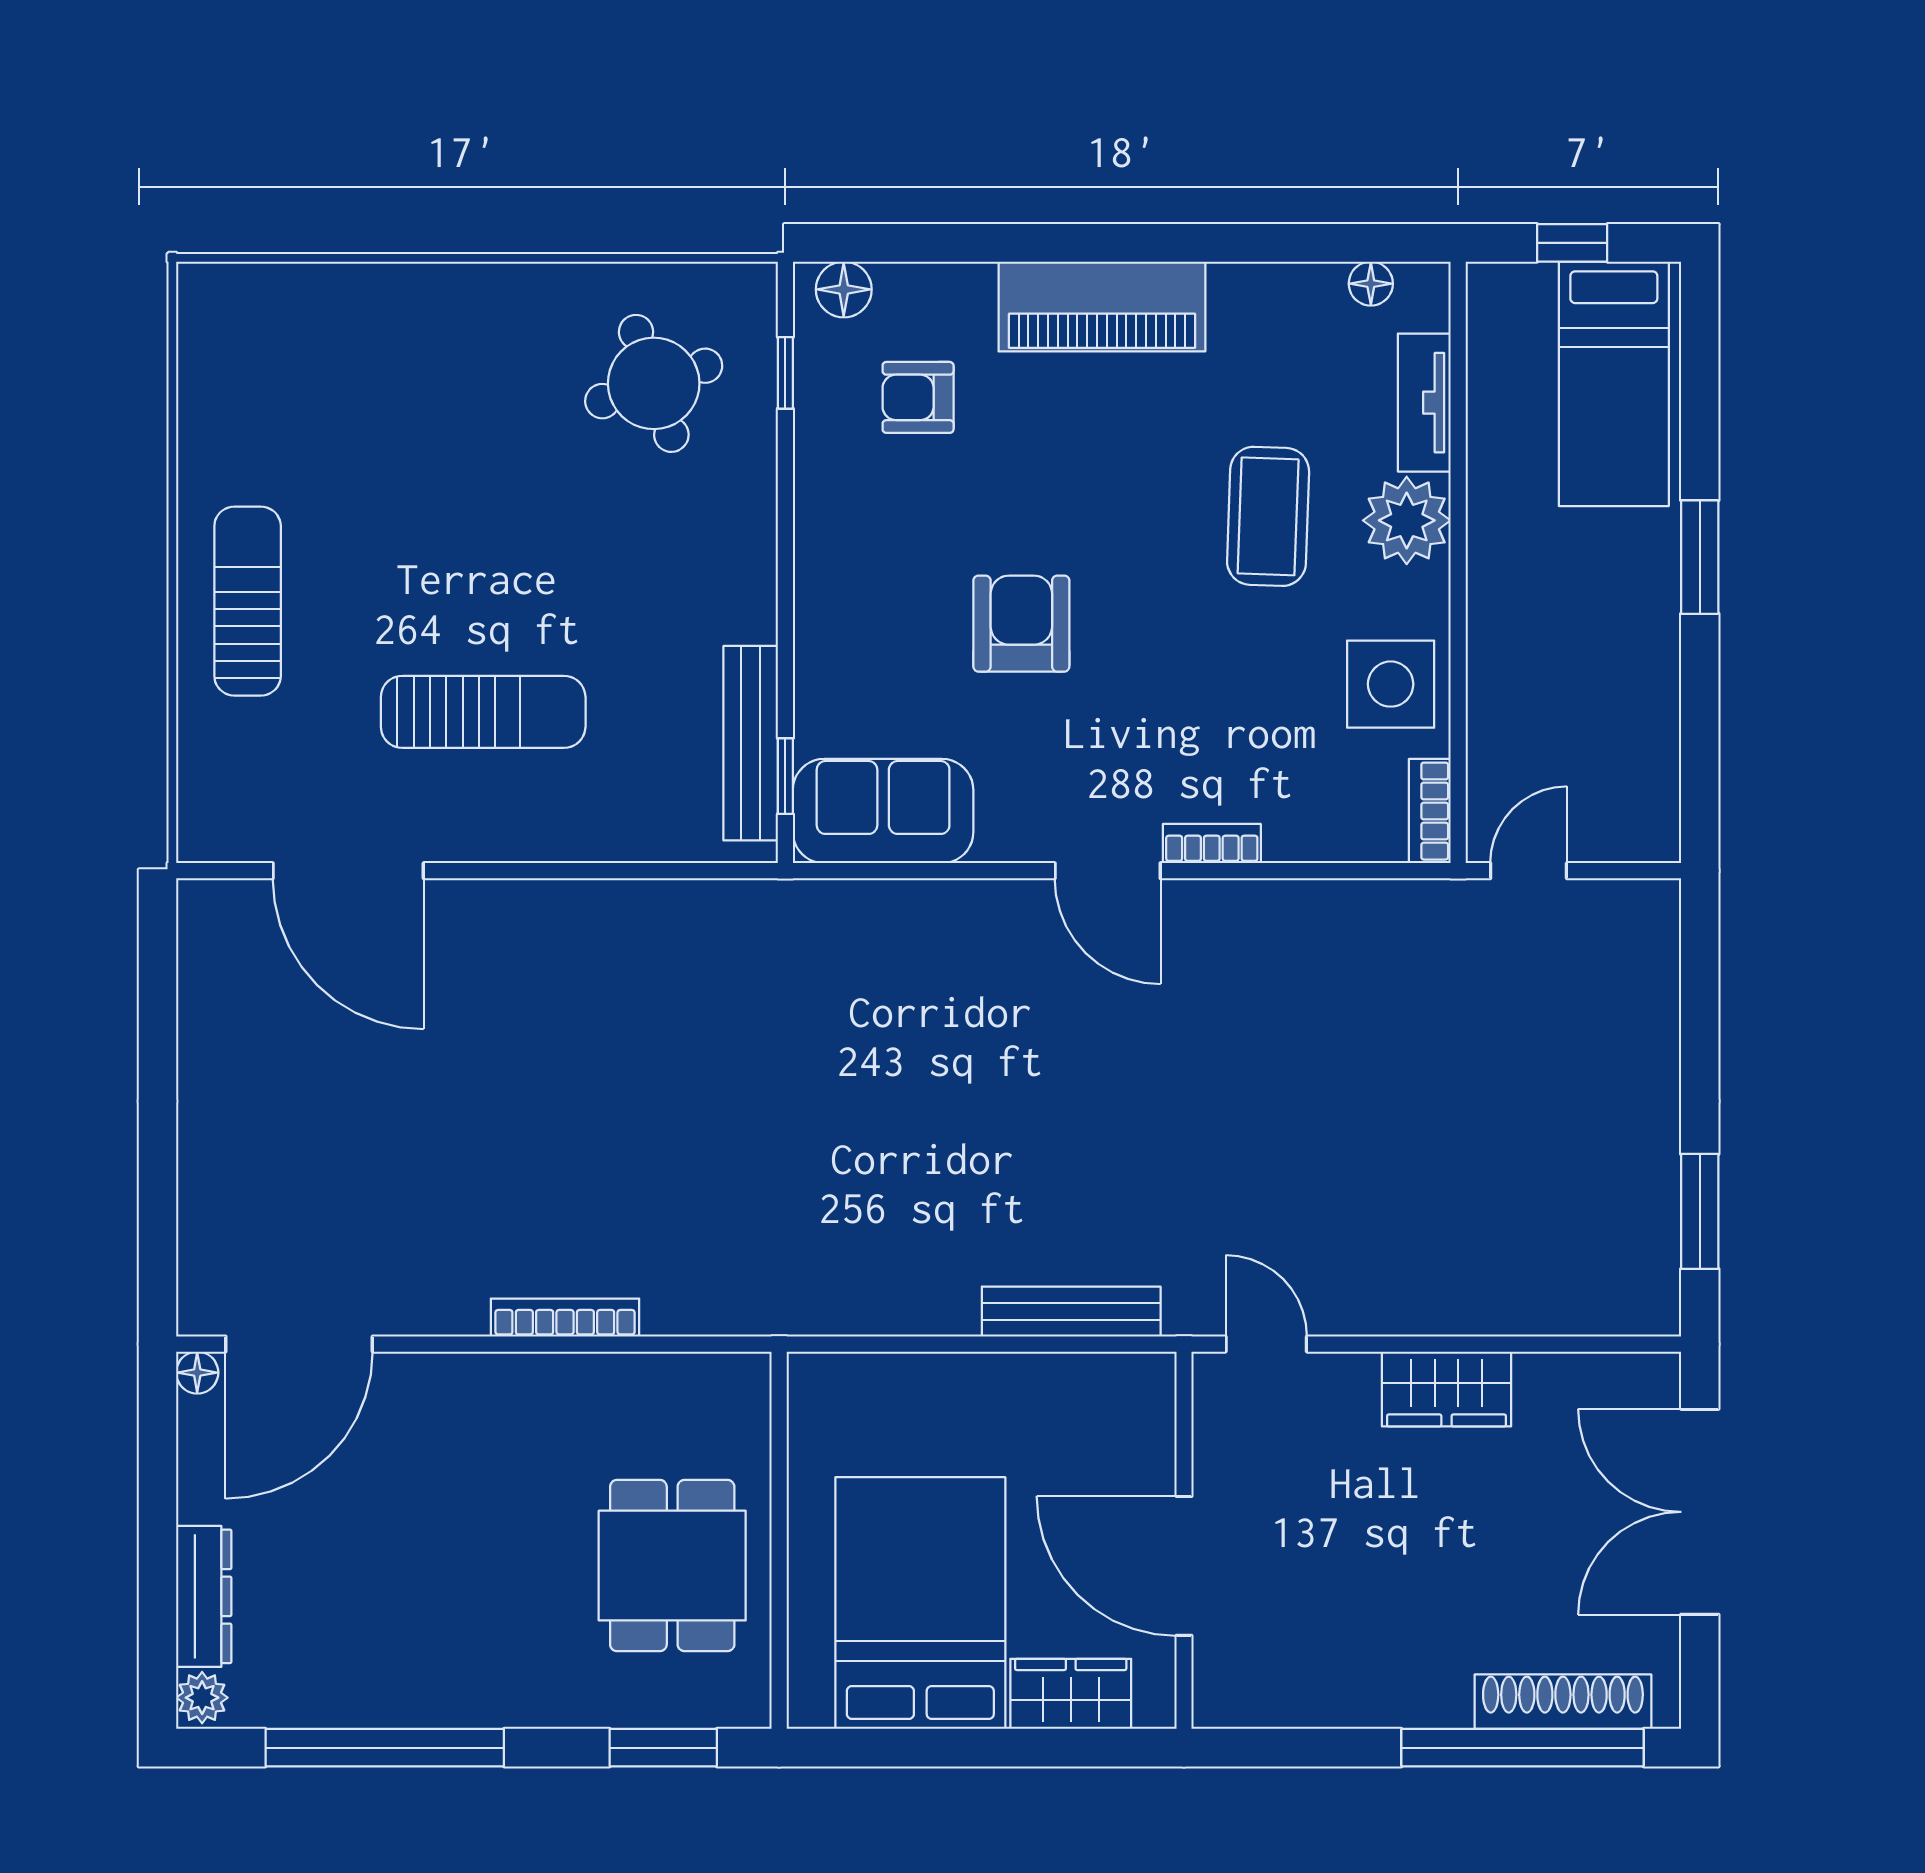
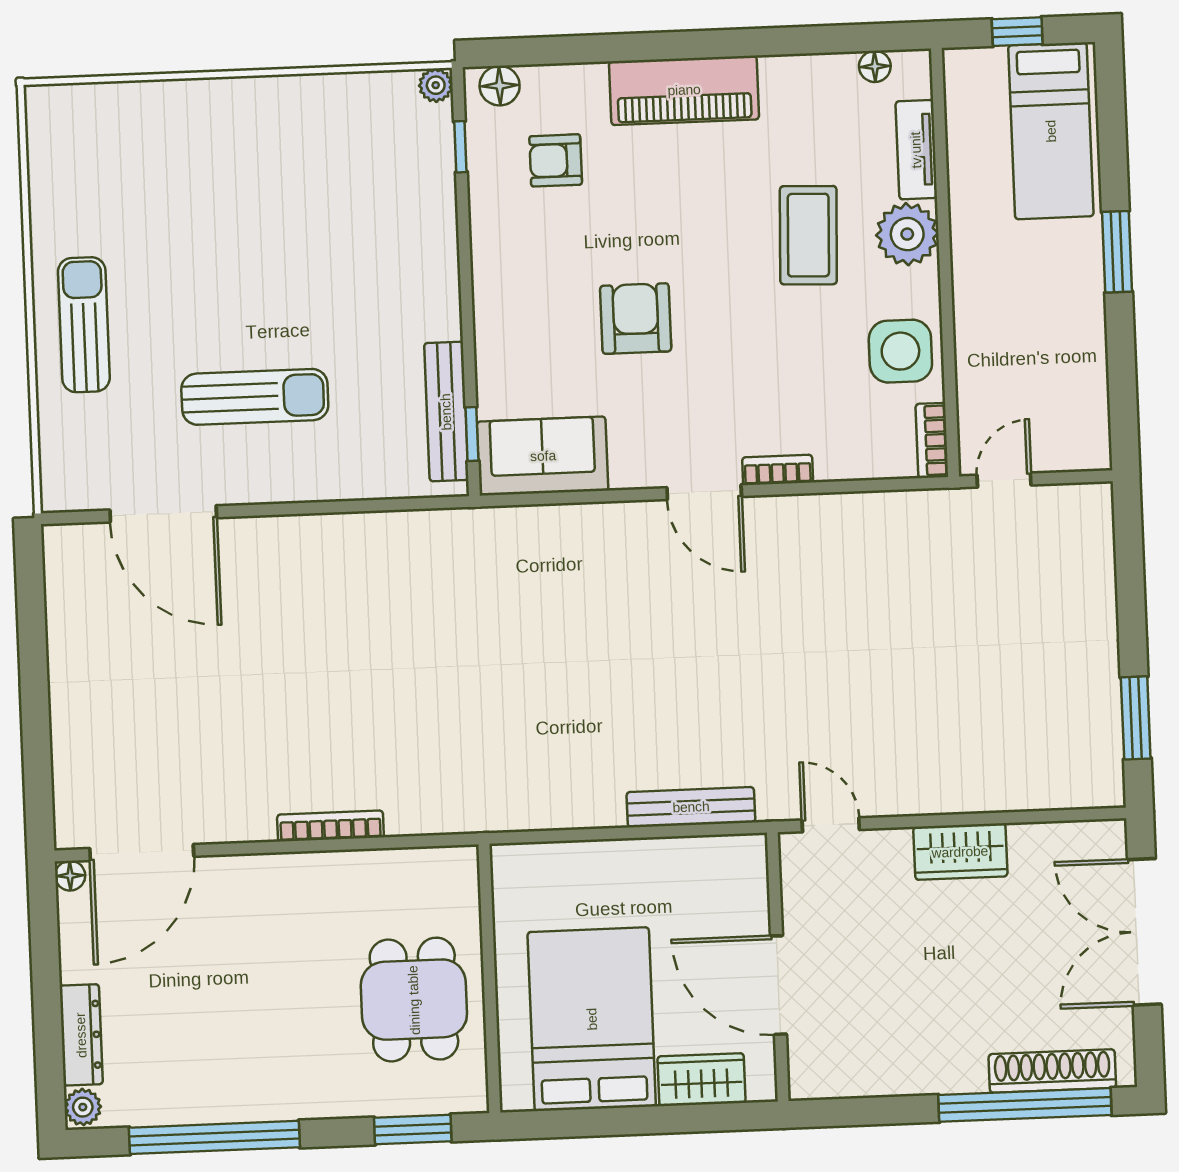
plant: (754, 285) -> (436, 85), added
round table: (654, 383) -> (367, 158), removed

